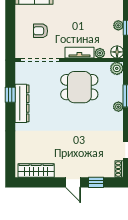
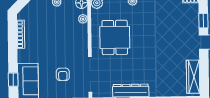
tv unit: (79, 53) -> (83, 38), removed

